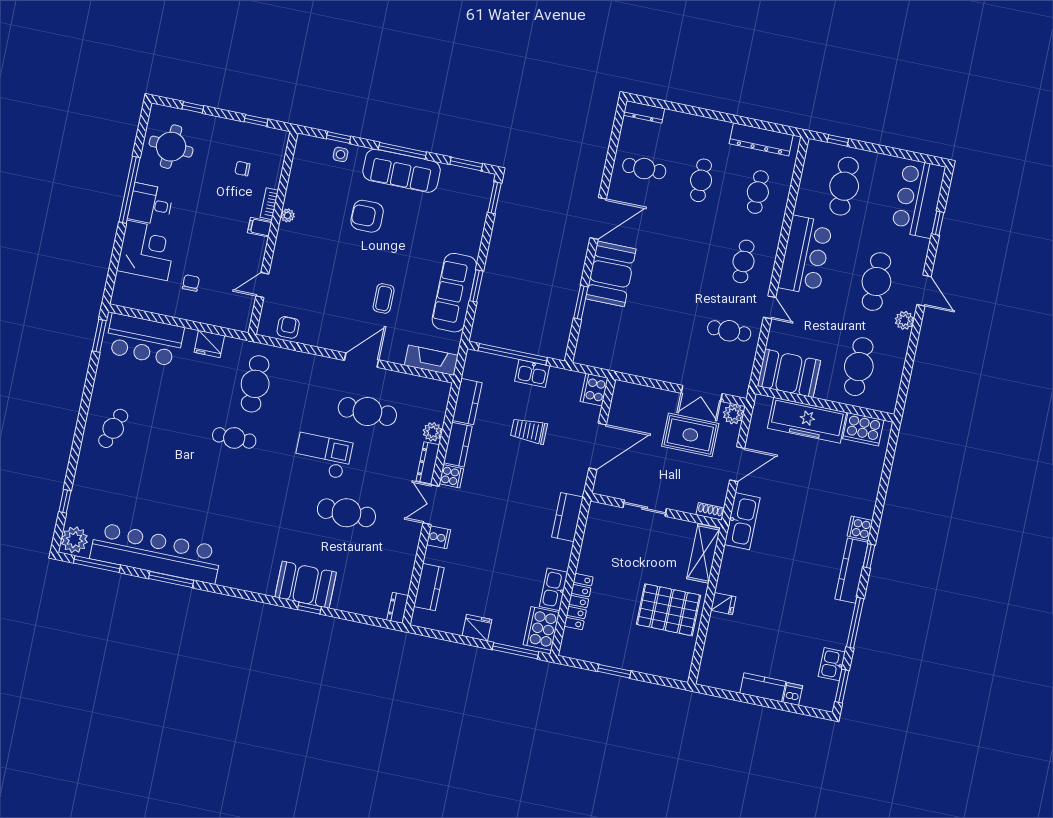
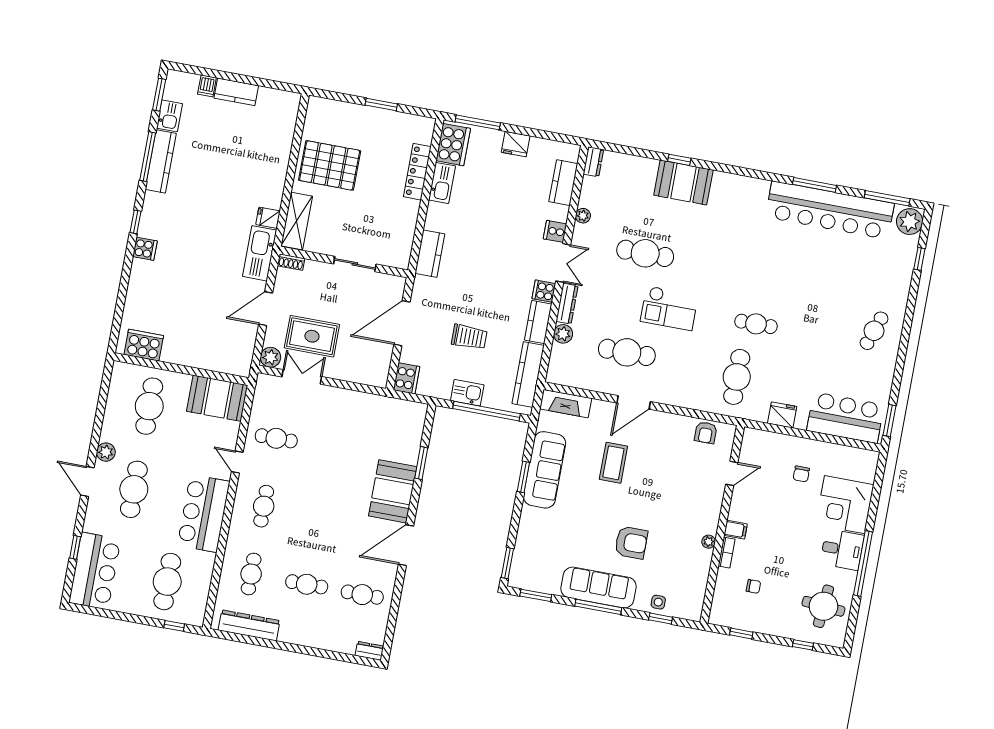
dresser: (644, 112) -> (369, 651), width x0.70
cafe table: (701, 180) -> (307, 584), turned 90
coffee table: (384, 298) -> (613, 463), width x1.36, depth x1.30
kitchen counter: (467, 402) -> (528, 374), width x1.50
freezer: (807, 420) -> (199, 353), removed
plant: (410, 553) -> (583, 216), added
kitchen counter: (852, 571) -> (161, 161), moved
fridge: (723, 604) -> (268, 218), moved

